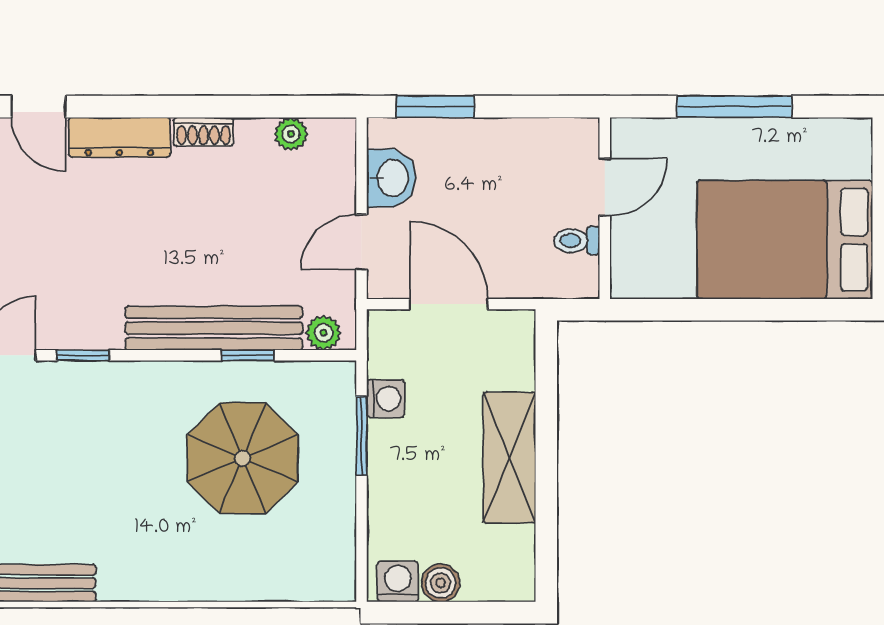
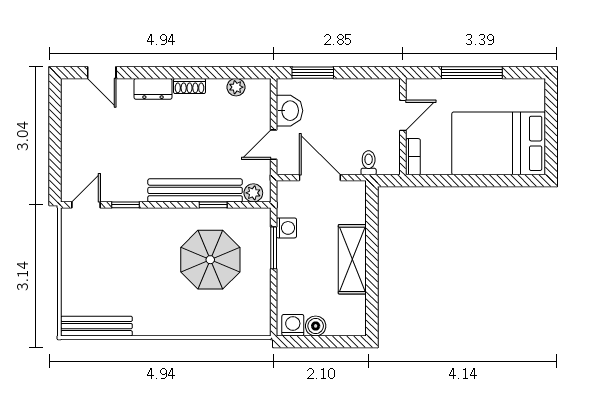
dresser: (119, 137) -> (153, 89), width x0.70
toilet: (577, 241) -> (369, 163), moved, turned 90
bookcase: (624, 265) -> (413, 157), added

